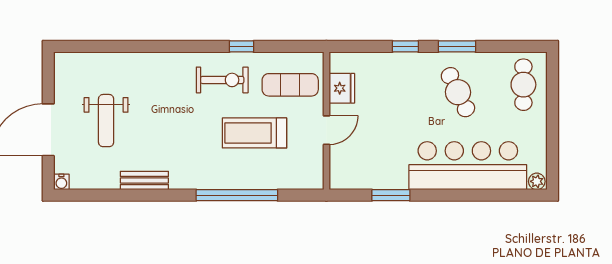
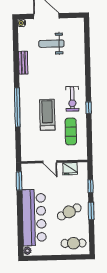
fridge: (342, 88) -> (70, 169), moved
wall: (326, 121) -> (54, 162), moved
door: (326, 130) -> (50, 162), moved

